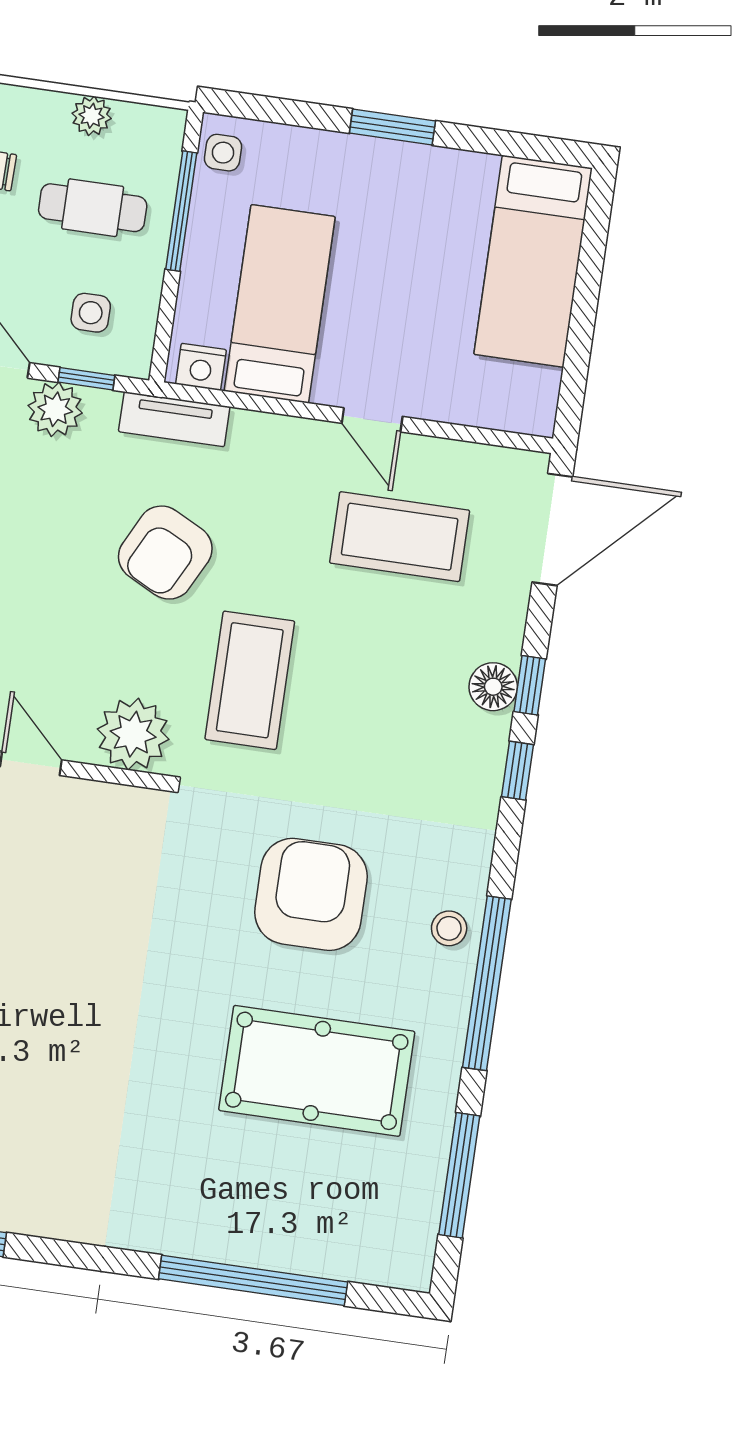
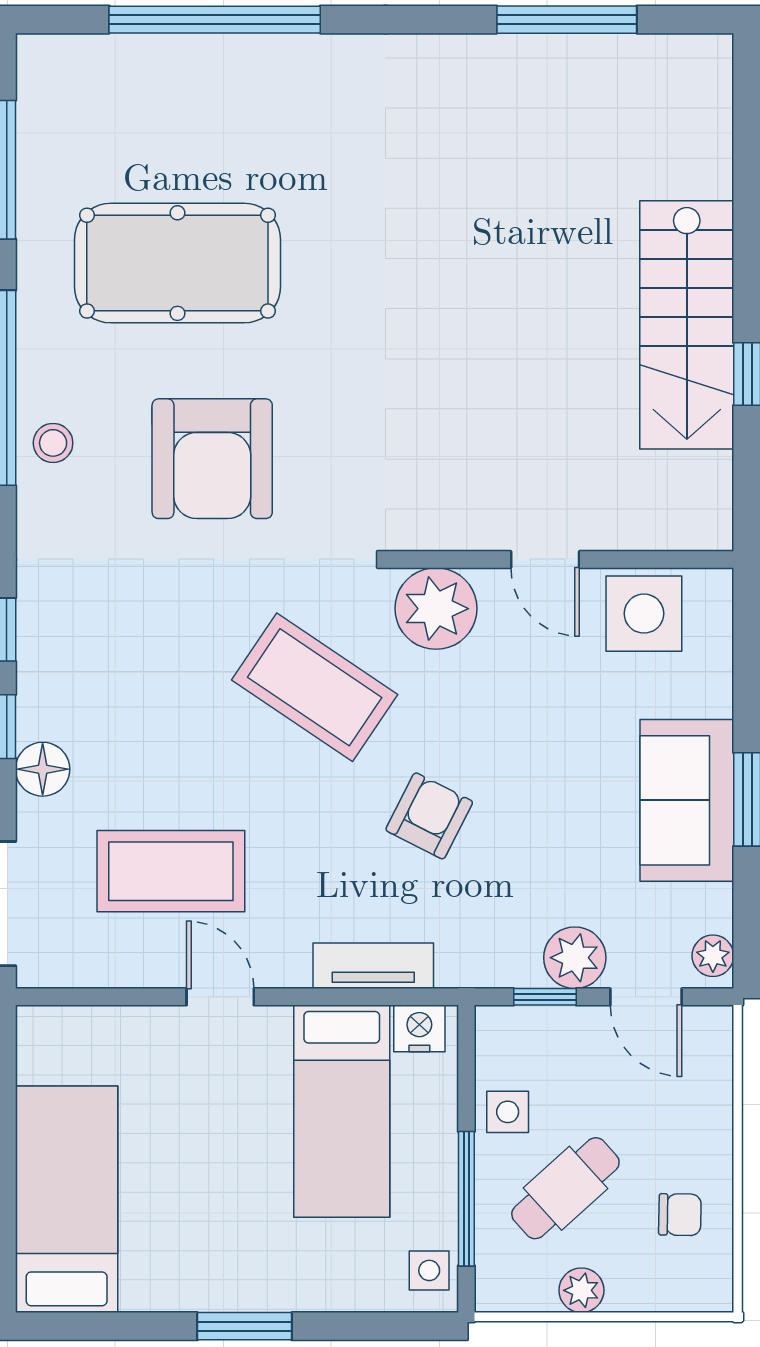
cafe table: (93, 208) -> (565, 1188), turned -42
side table: (91, 313) -> (508, 1112), moved
tv unit: (174, 419) -> (373, 966), moved
armchair: (165, 553) -> (429, 816), width x0.72, depth x0.72
coffee table: (250, 680) -> (315, 687), turned -56
floor lamp: (493, 687) -> (43, 769), moved

